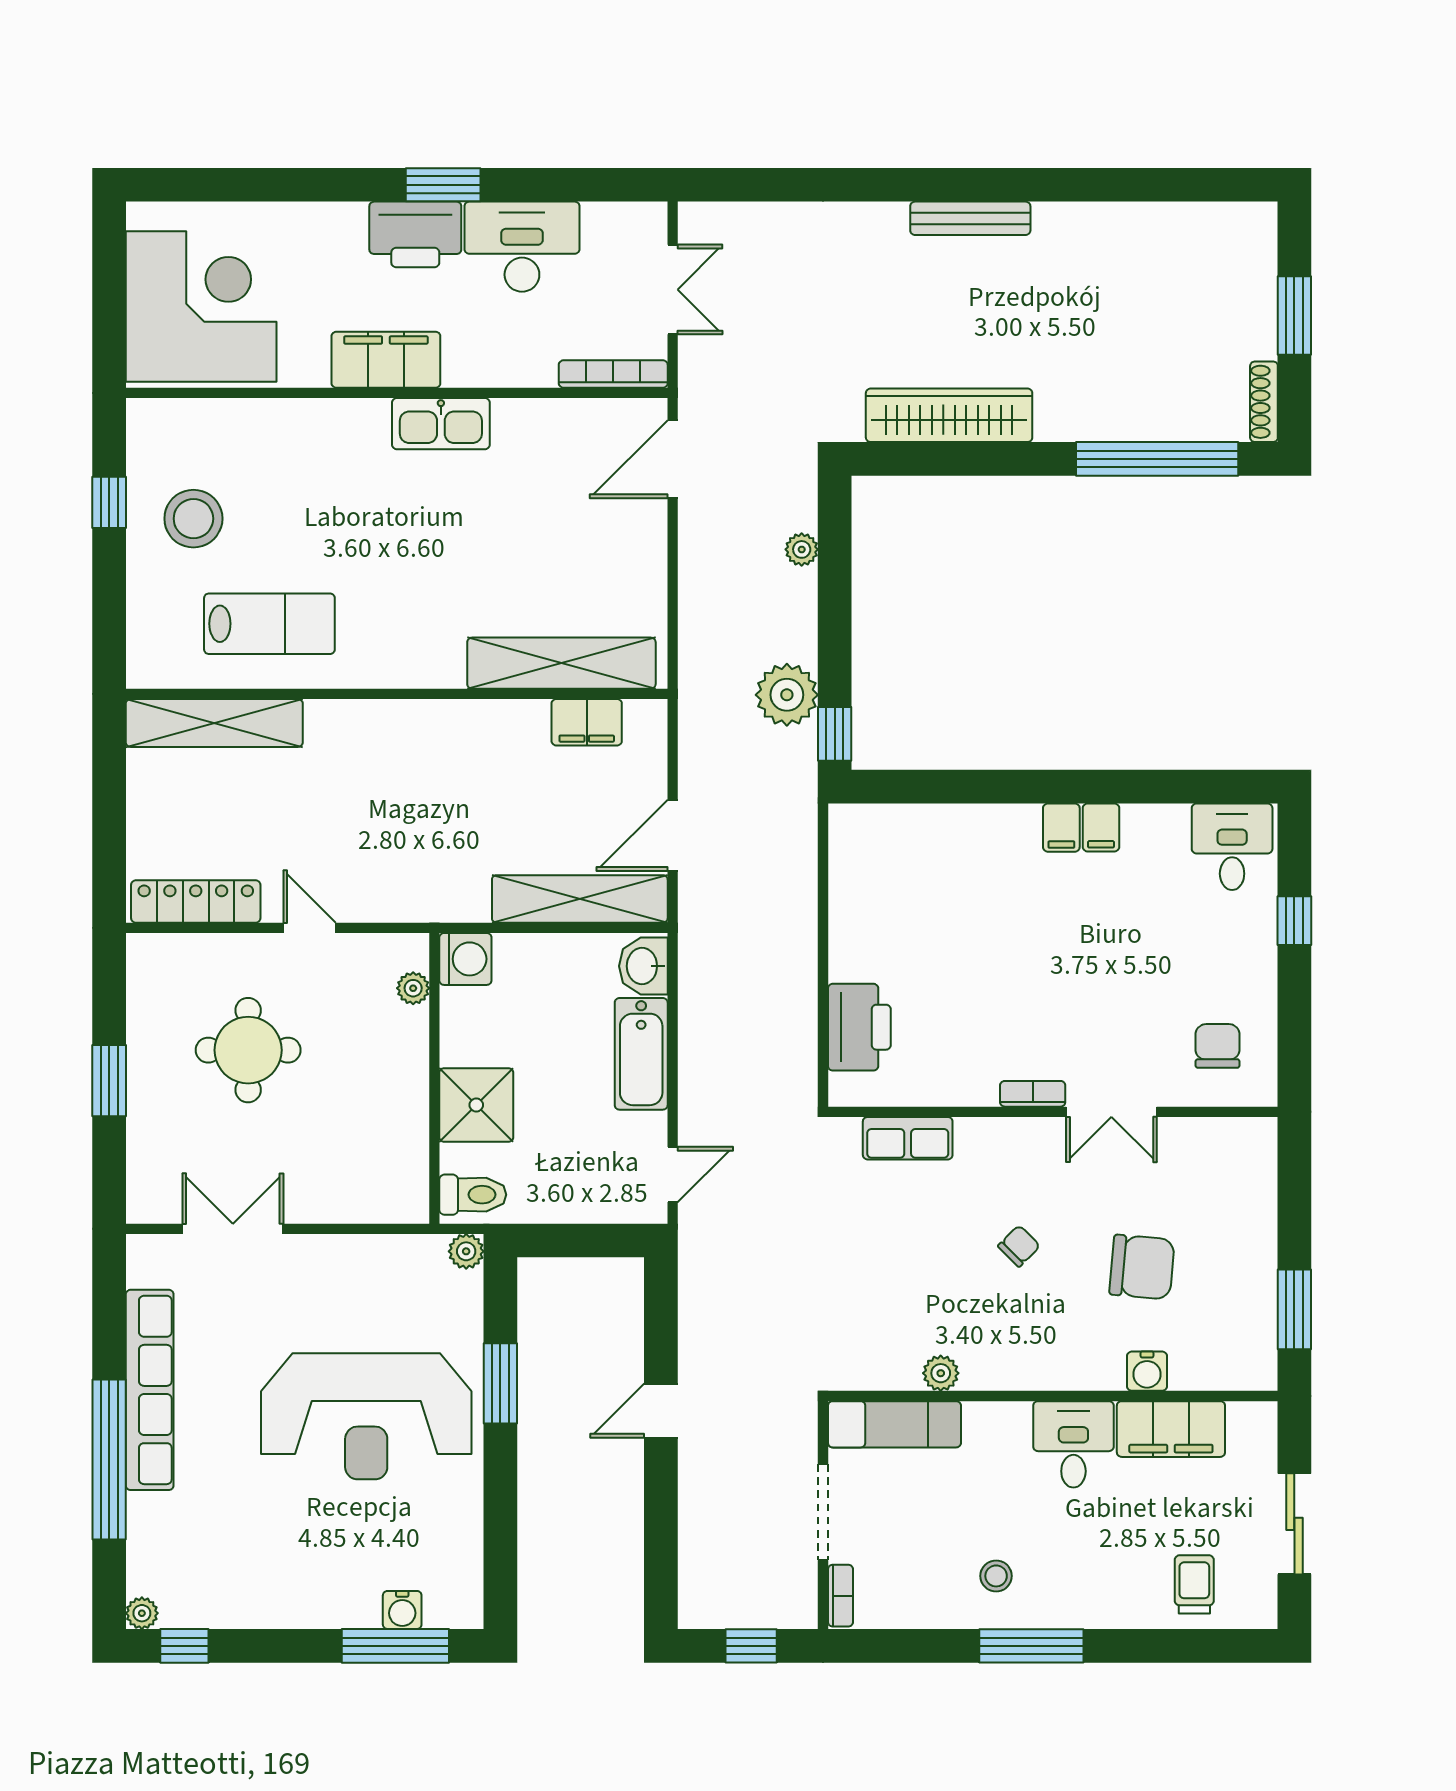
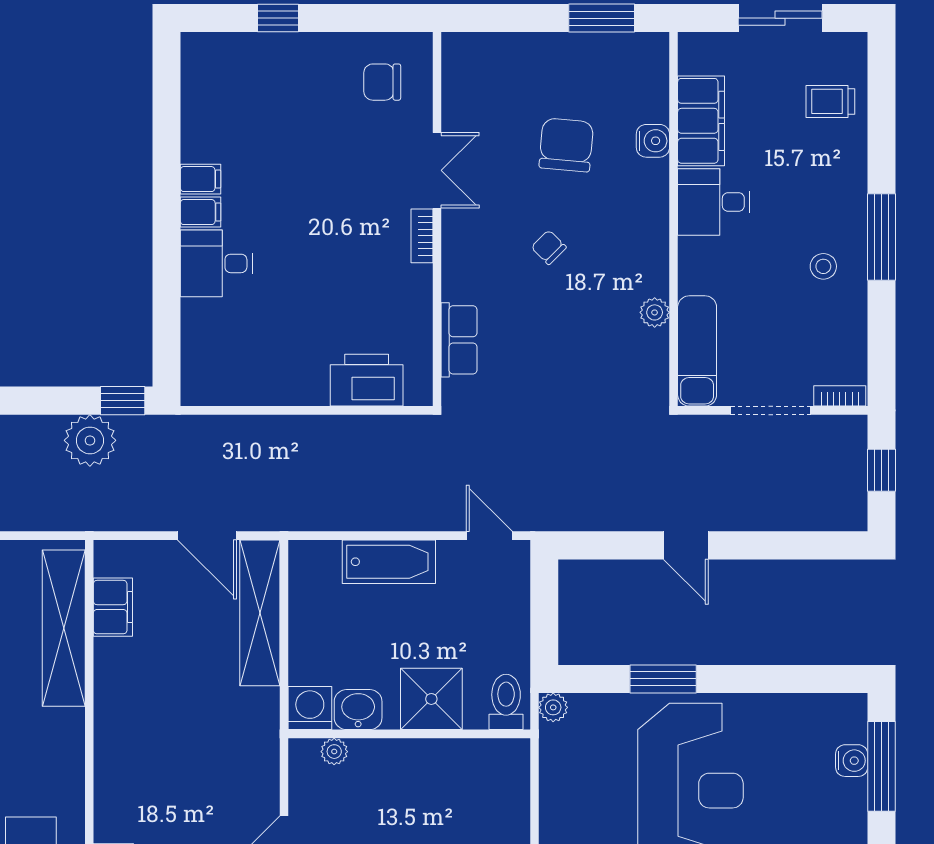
desk: (1232, 847) -> (216, 263), moved
washbasin: (643, 966) -> (358, 710), moved, turned 180

